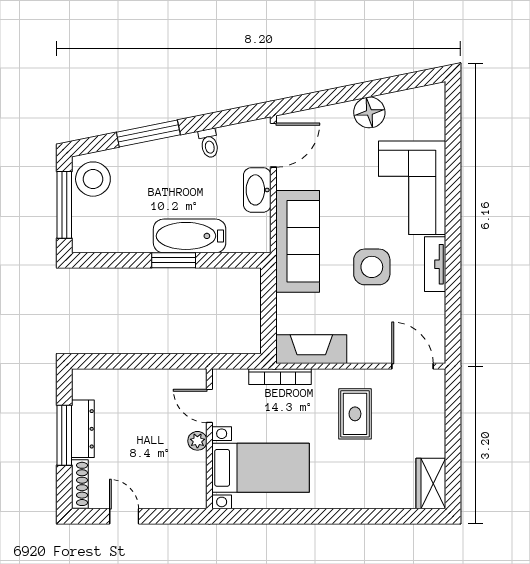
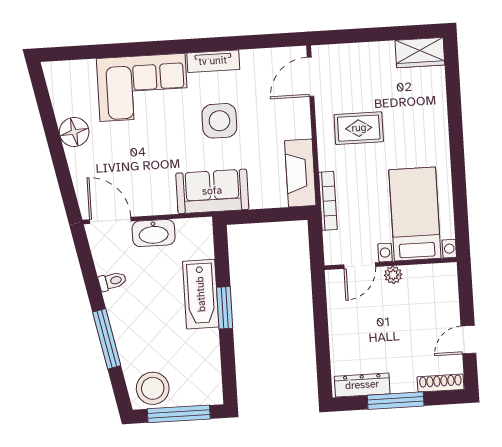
sofa: (298, 241) -> (212, 191), width x0.73
dresser: (83, 429) -> (362, 385), moved

